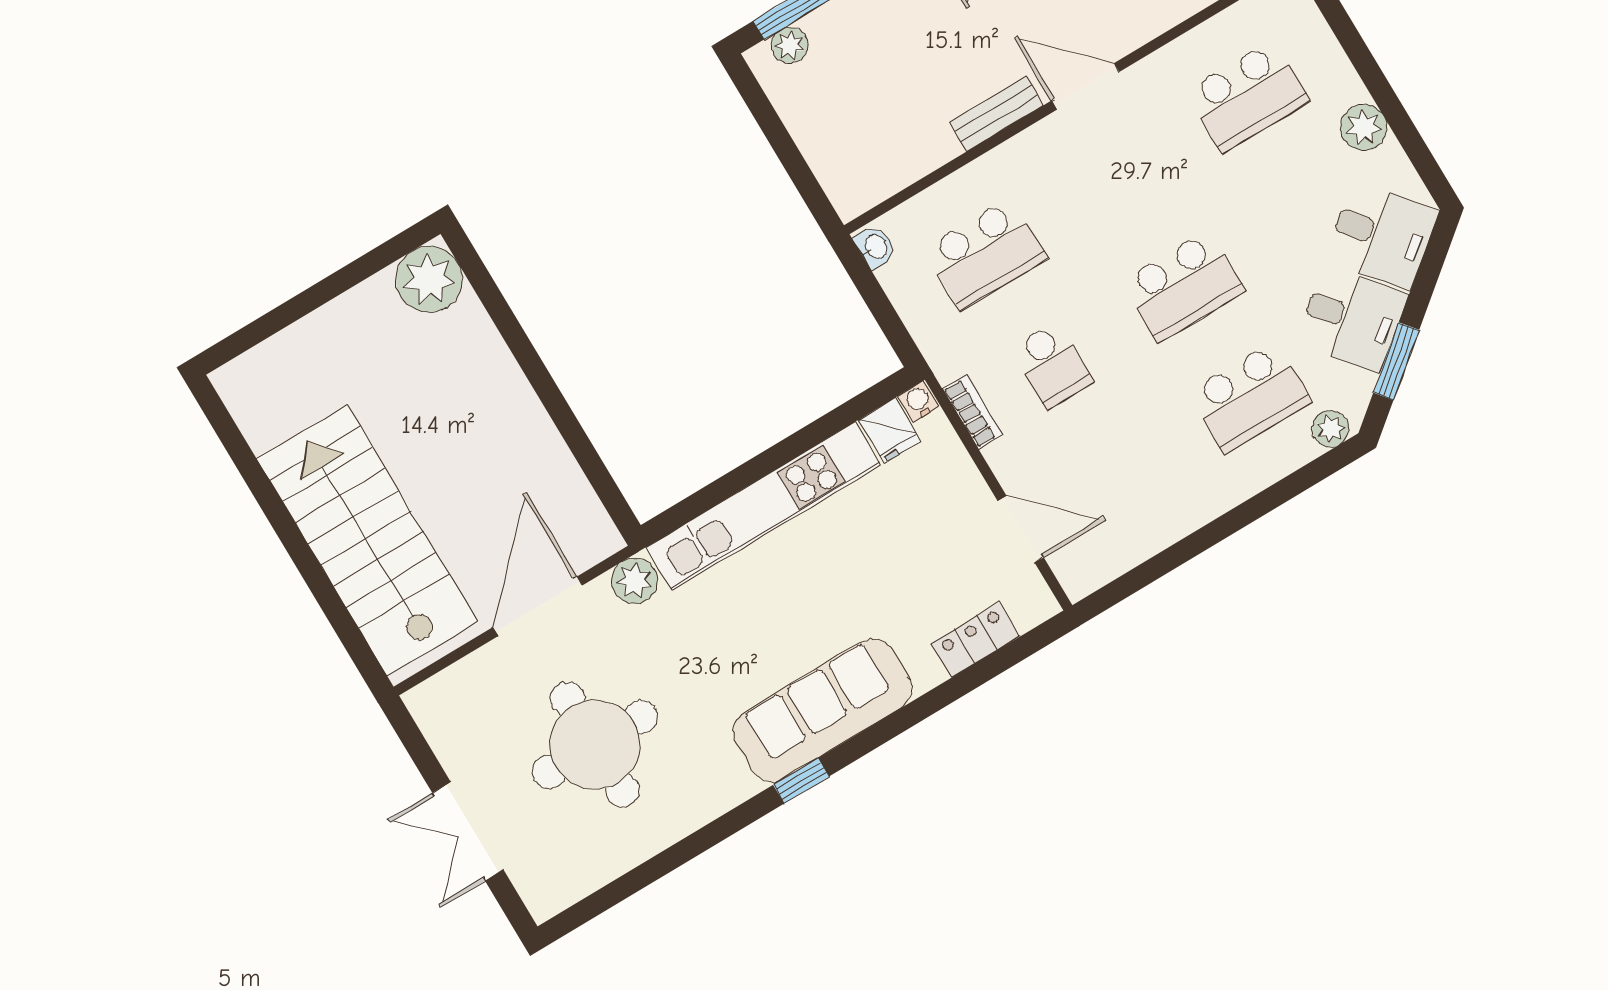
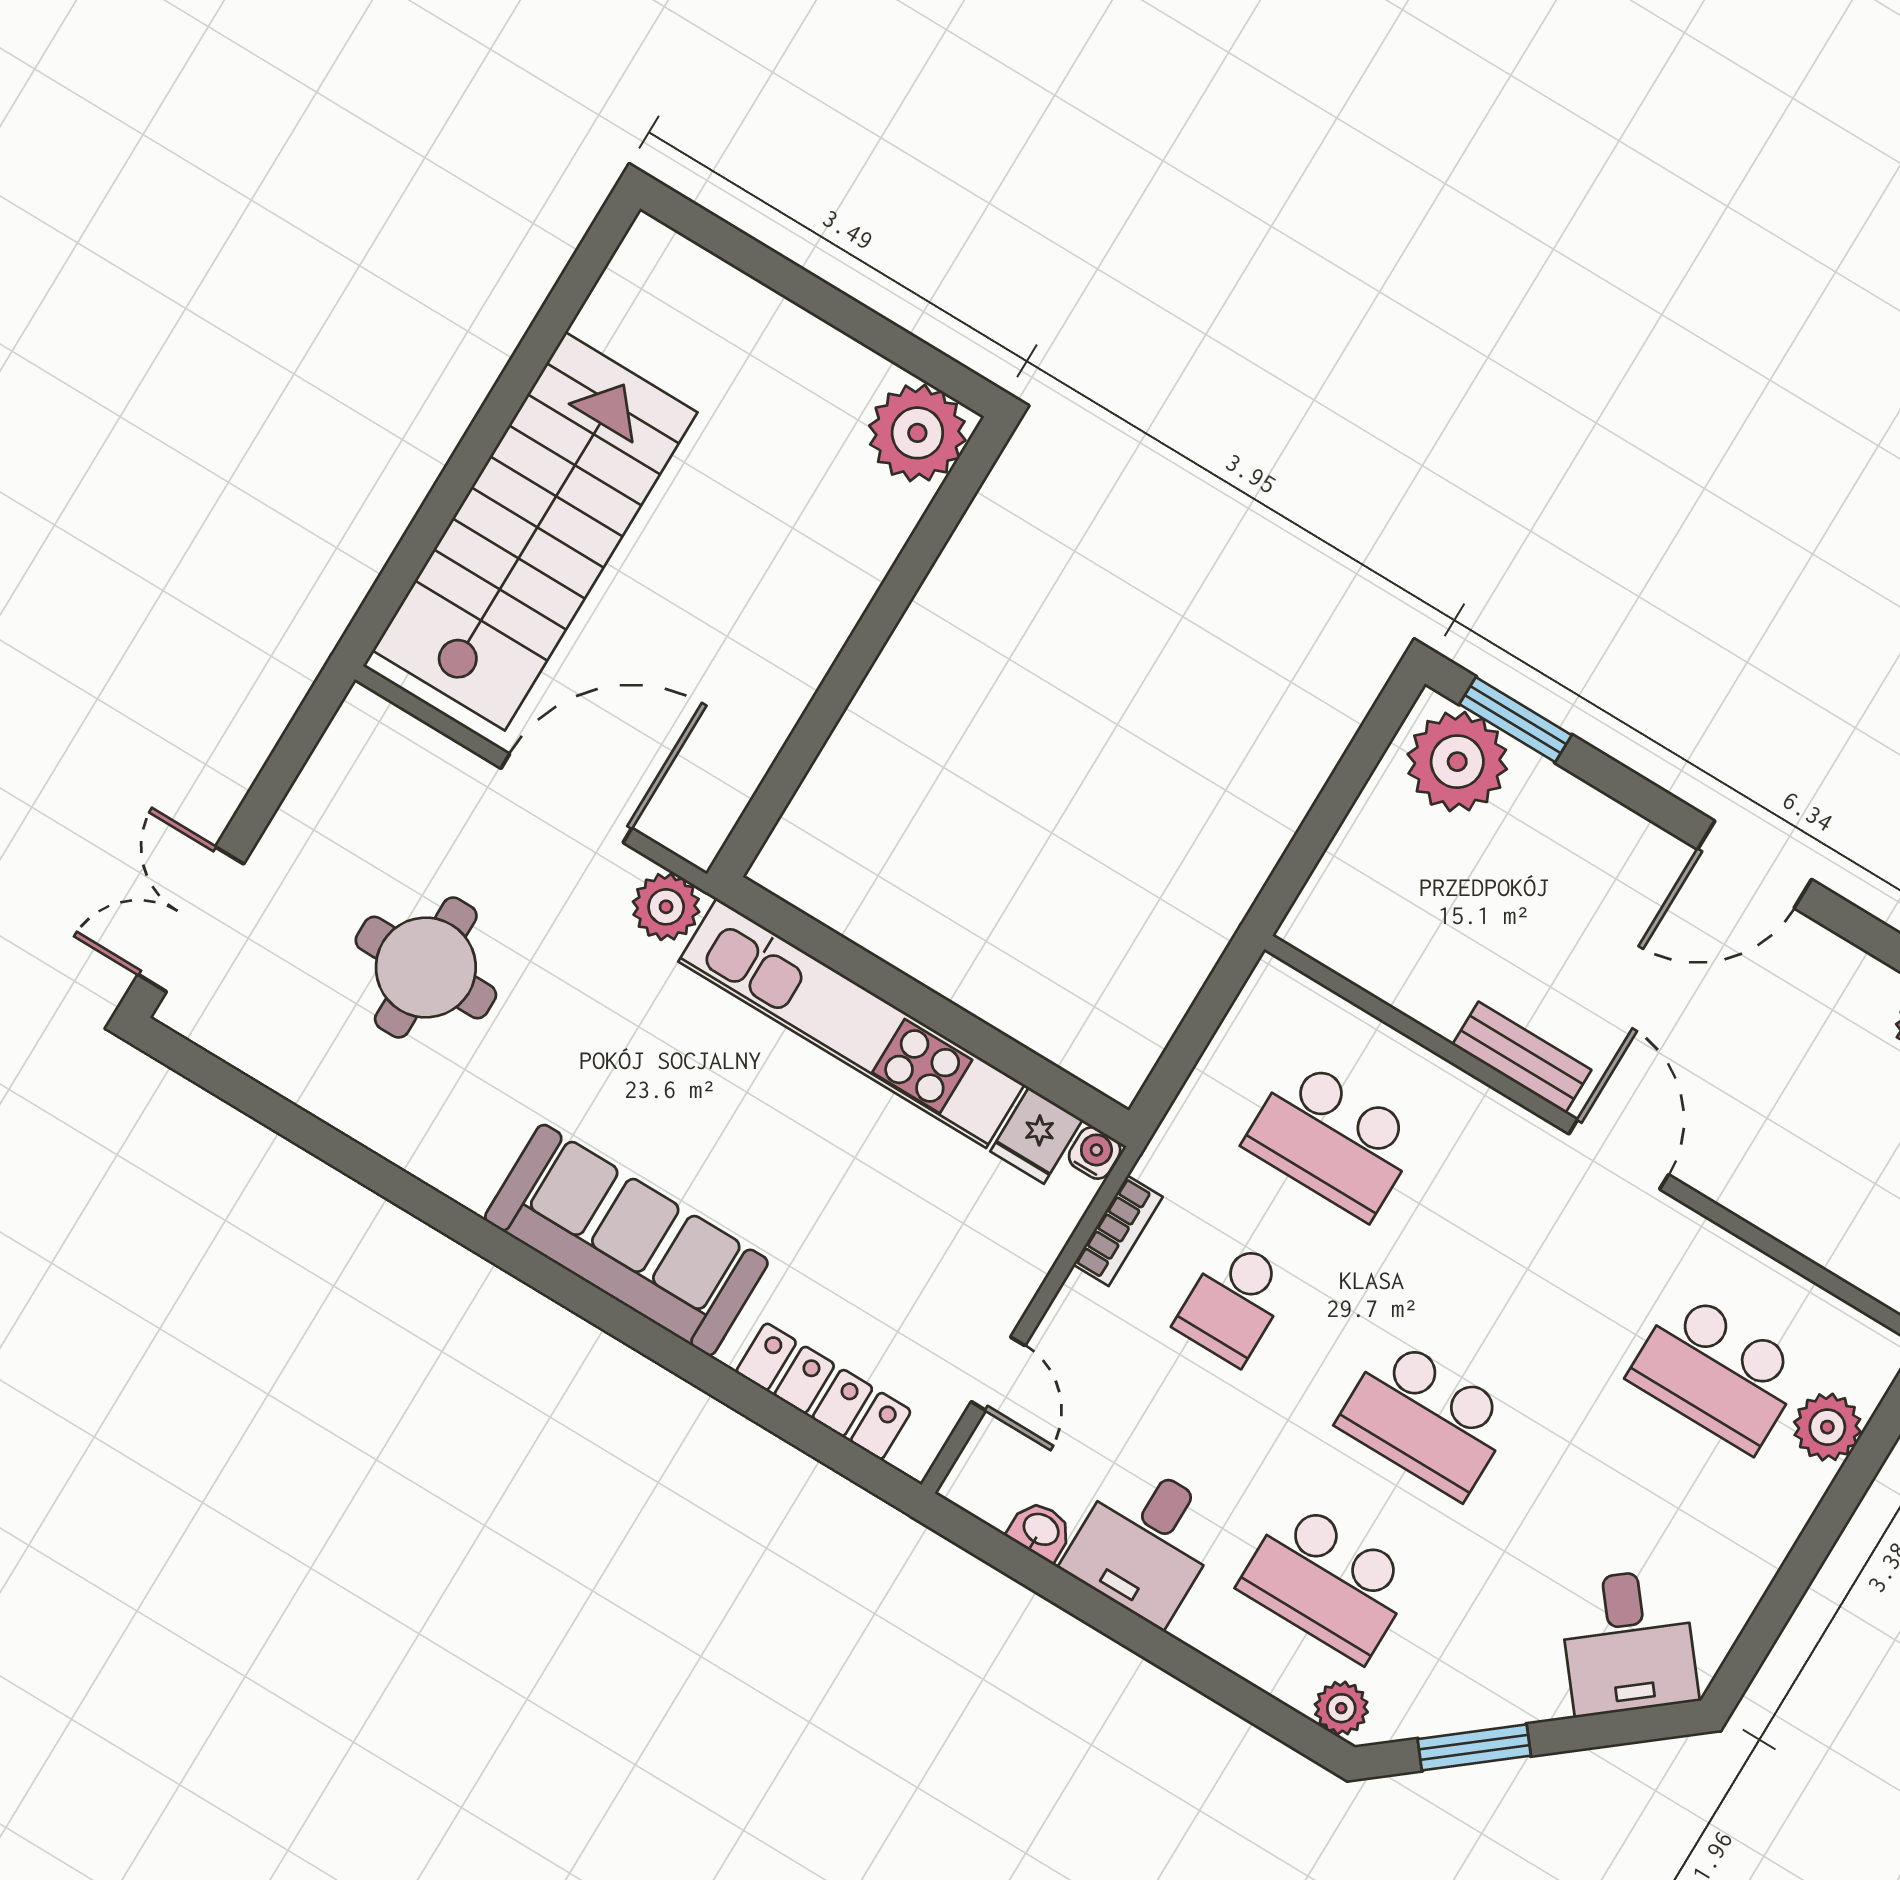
plant: (790, 45) -> (1457, 762), width x1.88, depth x1.88
plant: (1364, 127) -> (1827, 1427), moved
washbasin: (875, 247) -> (1040, 1530), moved, turned -90
desk: (1352, 319) -> (1145, 1542), moved, turned 39
door: (1021, 529) -> (998, 1374), width x0.73
locker: (976, 640) -> (823, 1391), width x1.53
round table: (595, 744) -> (426, 968), width x0.73, depth x0.73
window: (801, 781) -> (520, 1261), removed
double door: (468, 831) -> (191, 919), moved

